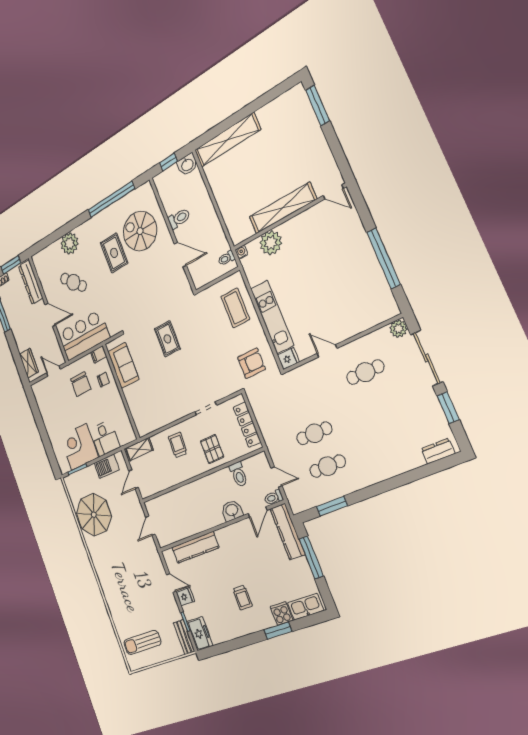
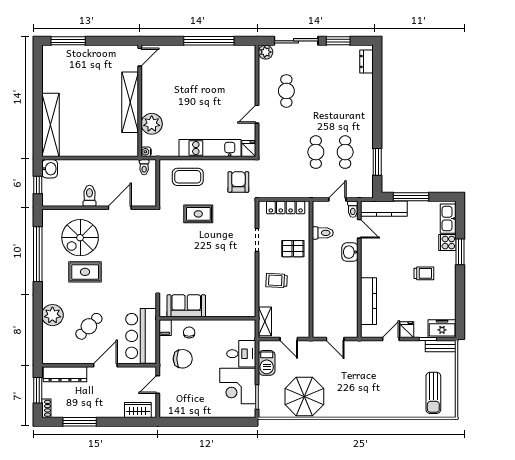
rug: (167, 339) -> (198, 214), moved

